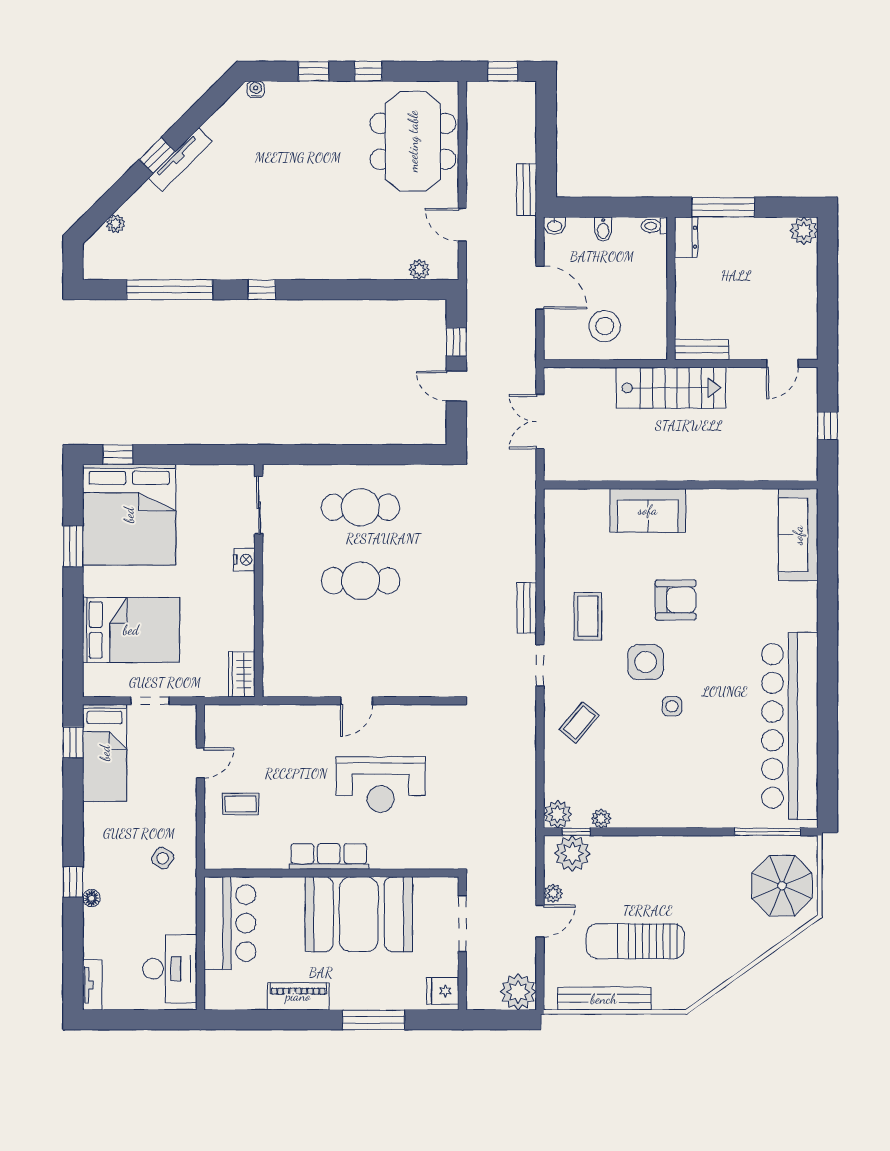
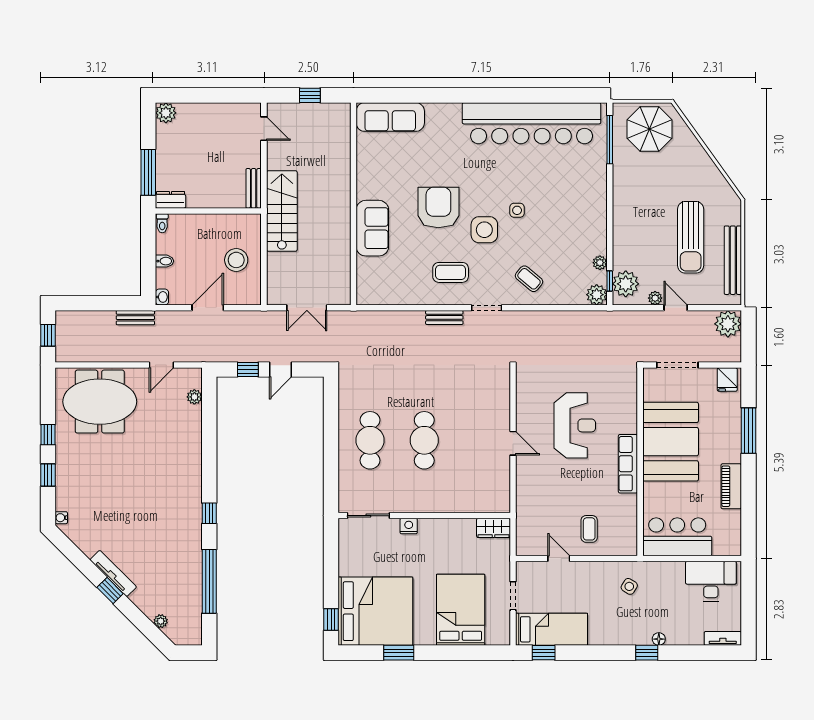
armchair: (676, 600) -> (438, 207), width x1.36, depth x1.36

